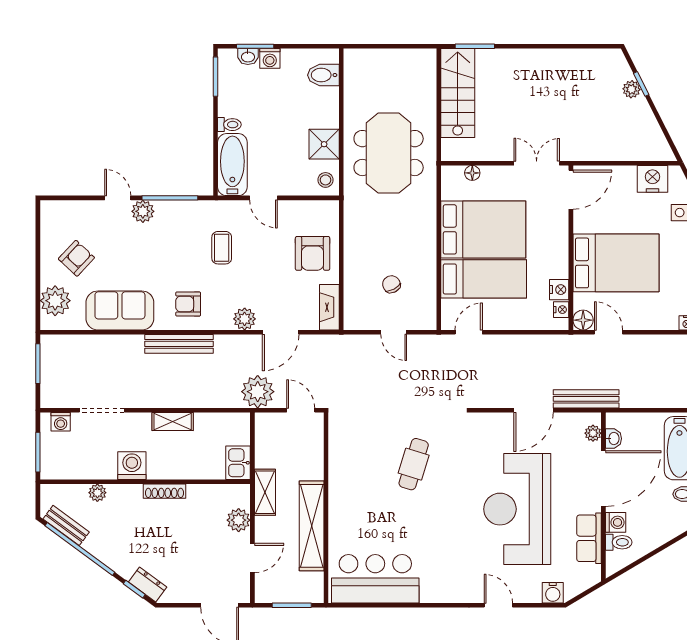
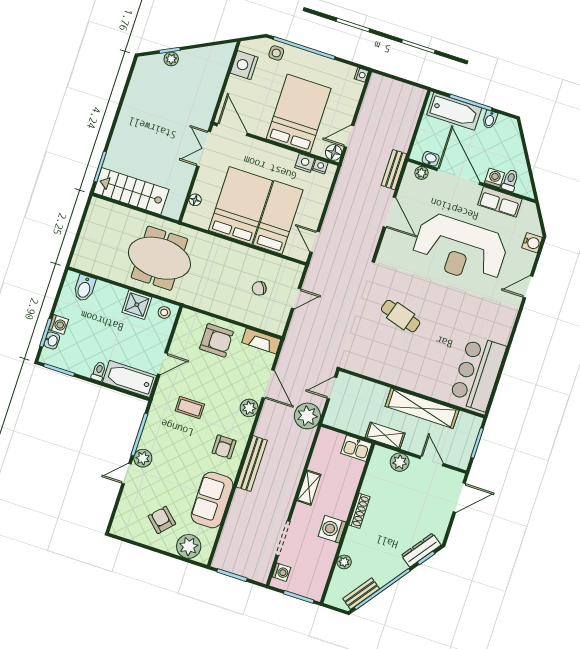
bench: (586, 399) -> (394, 170), width x0.73
dresser: (148, 585) -> (421, 550), width x1.44

